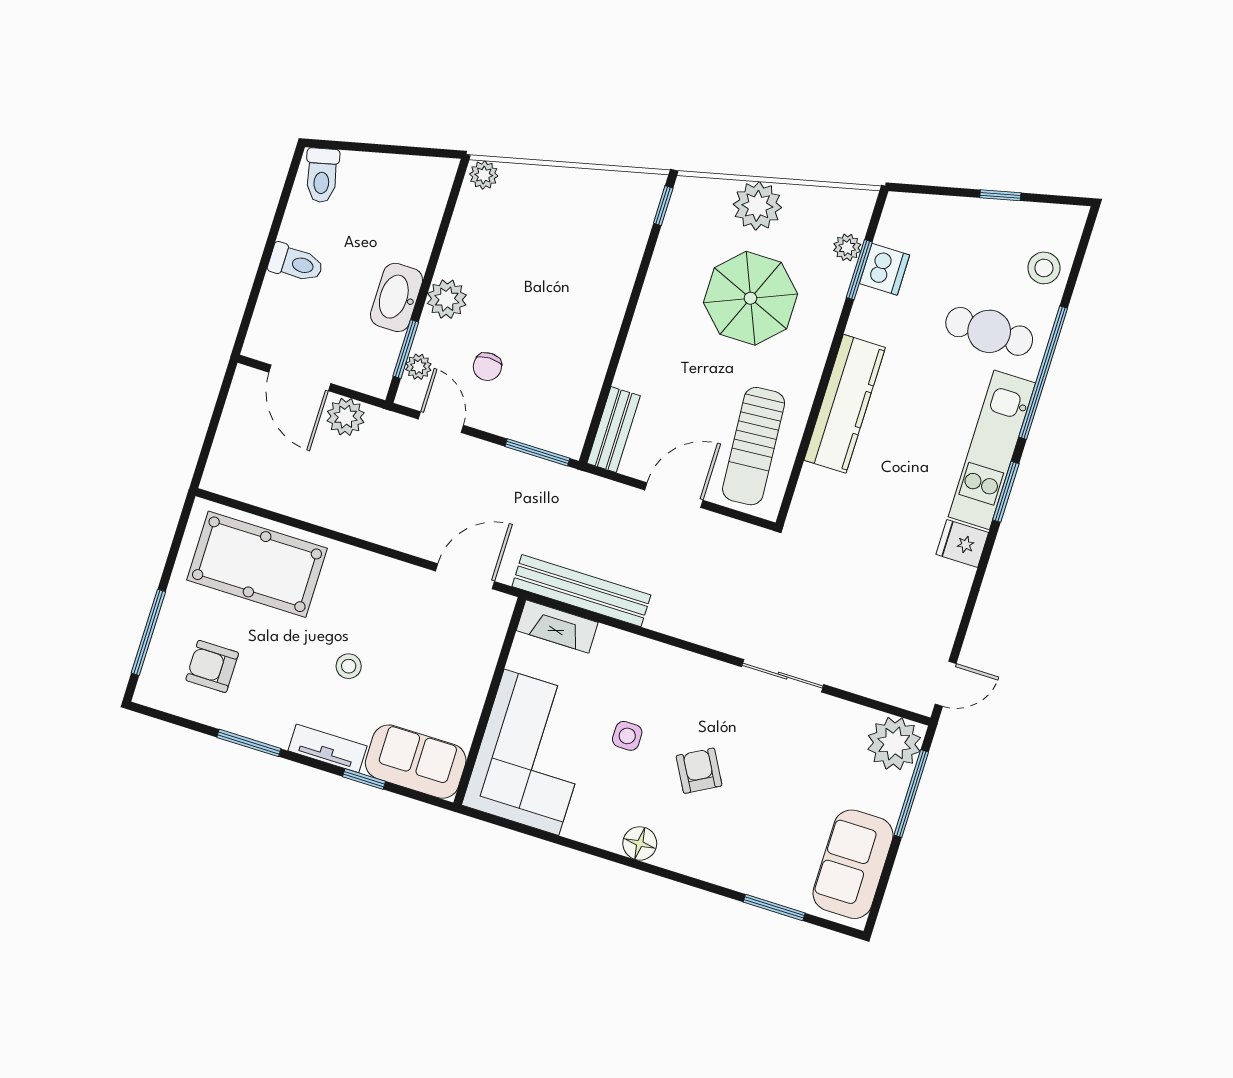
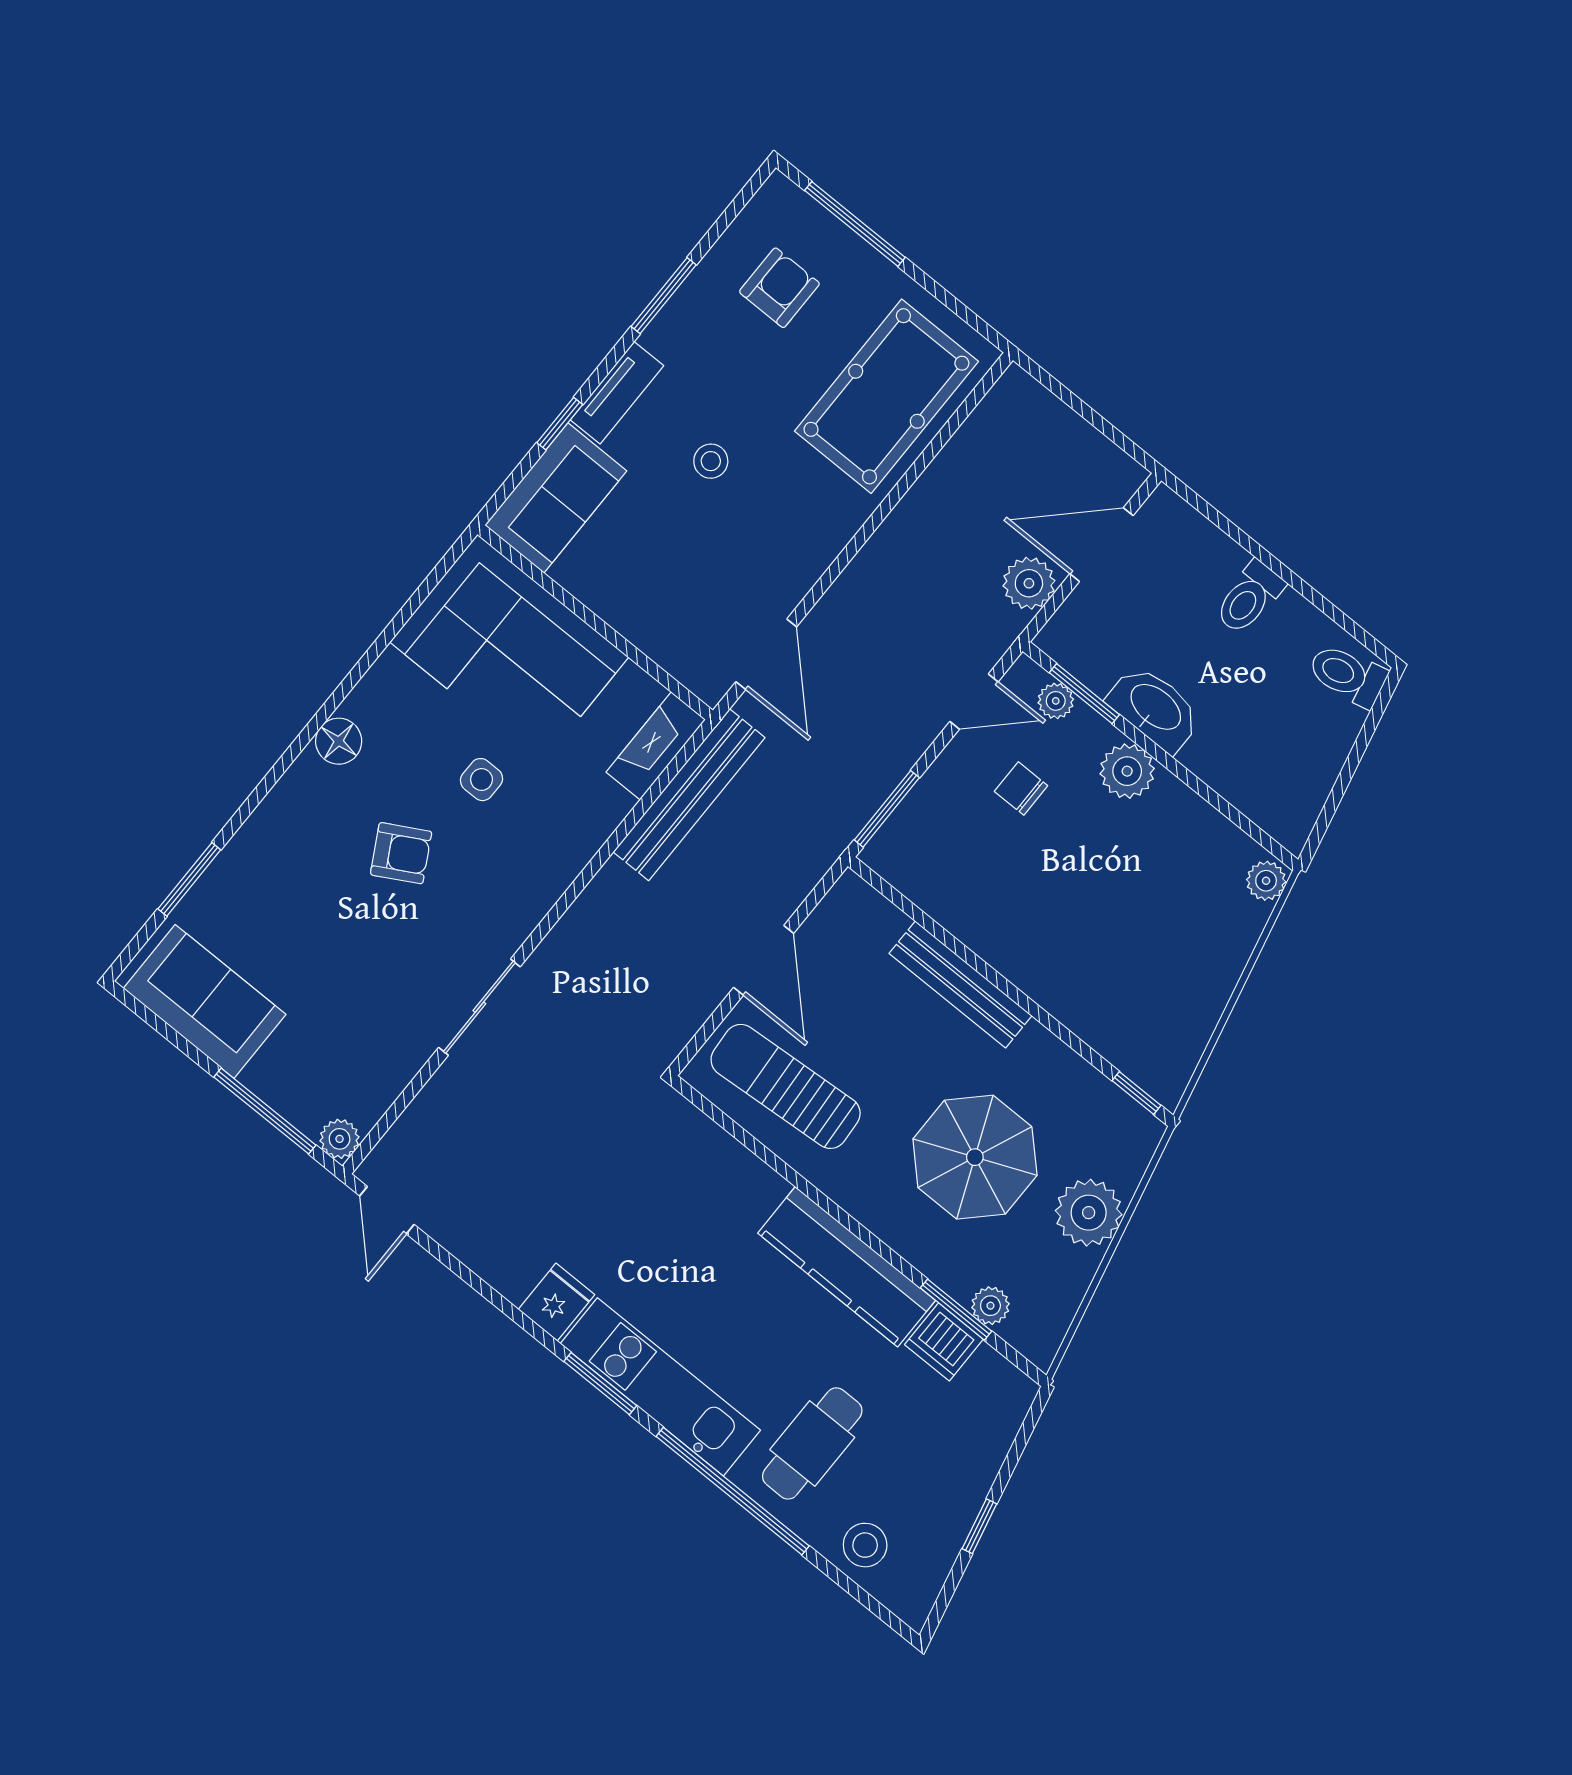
kitchen counter: (845, 404) -> (847, 1267), moved
bench: (614, 430) -> (960, 984), moved, width x1.36
plant: (894, 743) -> (340, 1139), width x0.53, depth x0.53

